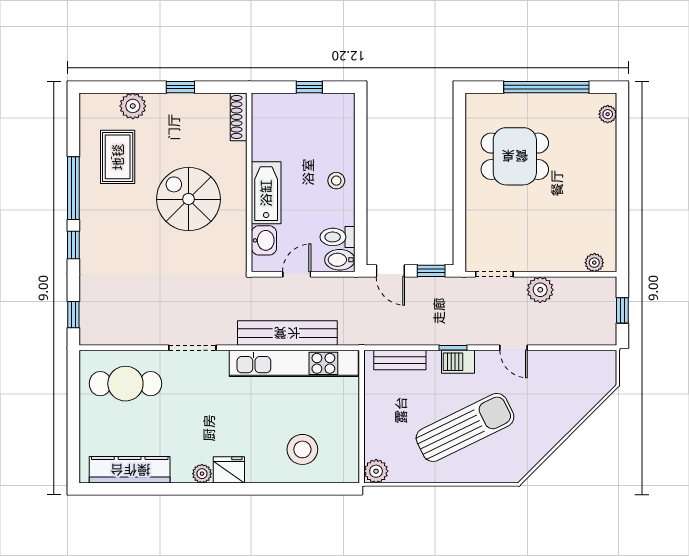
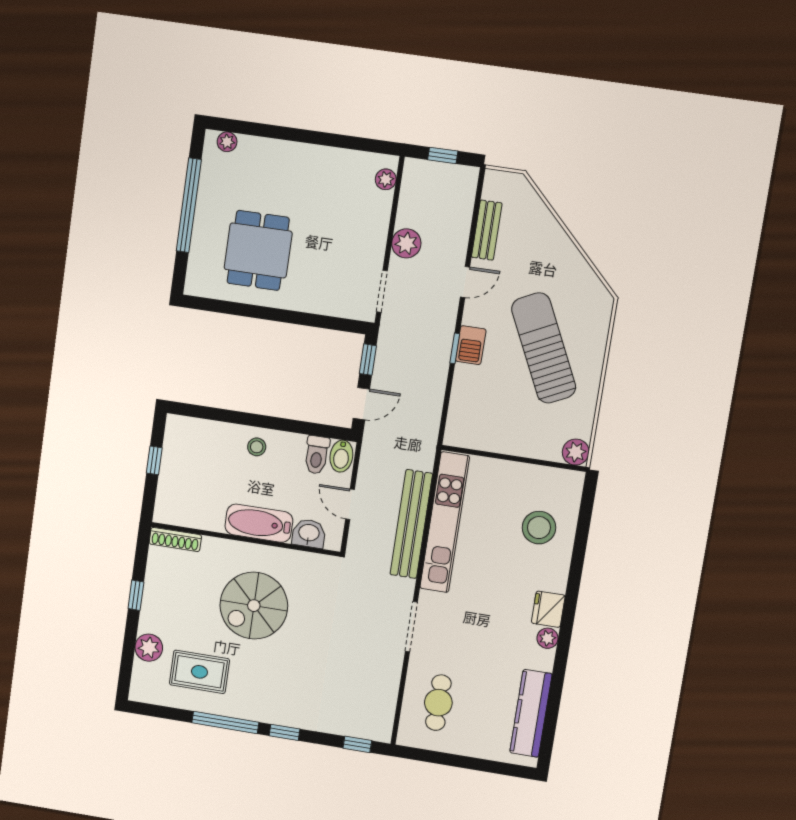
bench: (400, 360) -> (487, 230), moved
cafe table: (125, 384) -> (438, 703), width x0.73, depth x0.74

